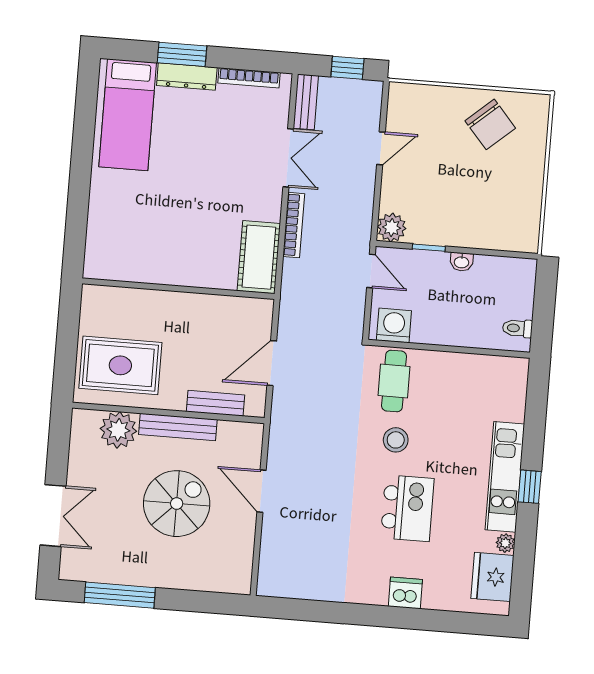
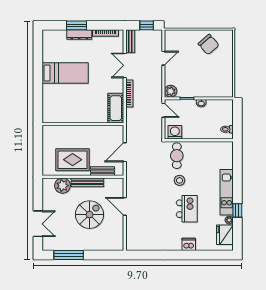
bed: (128, 115) -> (65, 73), moved, turned -90
double door: (288, 158) -> (125, 65), swing flipped
rug: (120, 365) -> (73, 160), moved
window: (530, 487) -> (237, 210), moved

